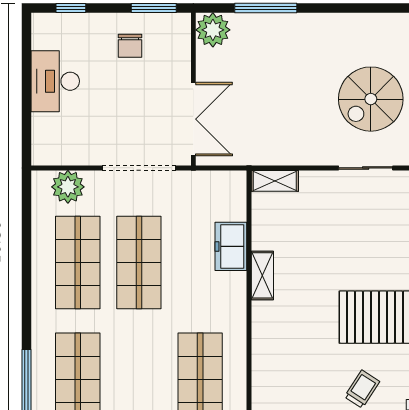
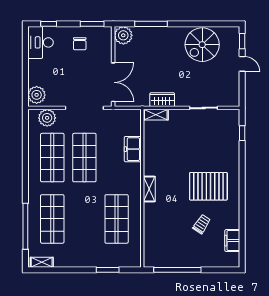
desk: (55, 81) -> (40, 42), moved
spiral stairs: (371, 99) -> (202, 45), moved
plant: (48, 143) -> (37, 95), added
wardrobe: (287, 152) -> (162, 100), added
shelving: (262, 275) -> (149, 189), moved

